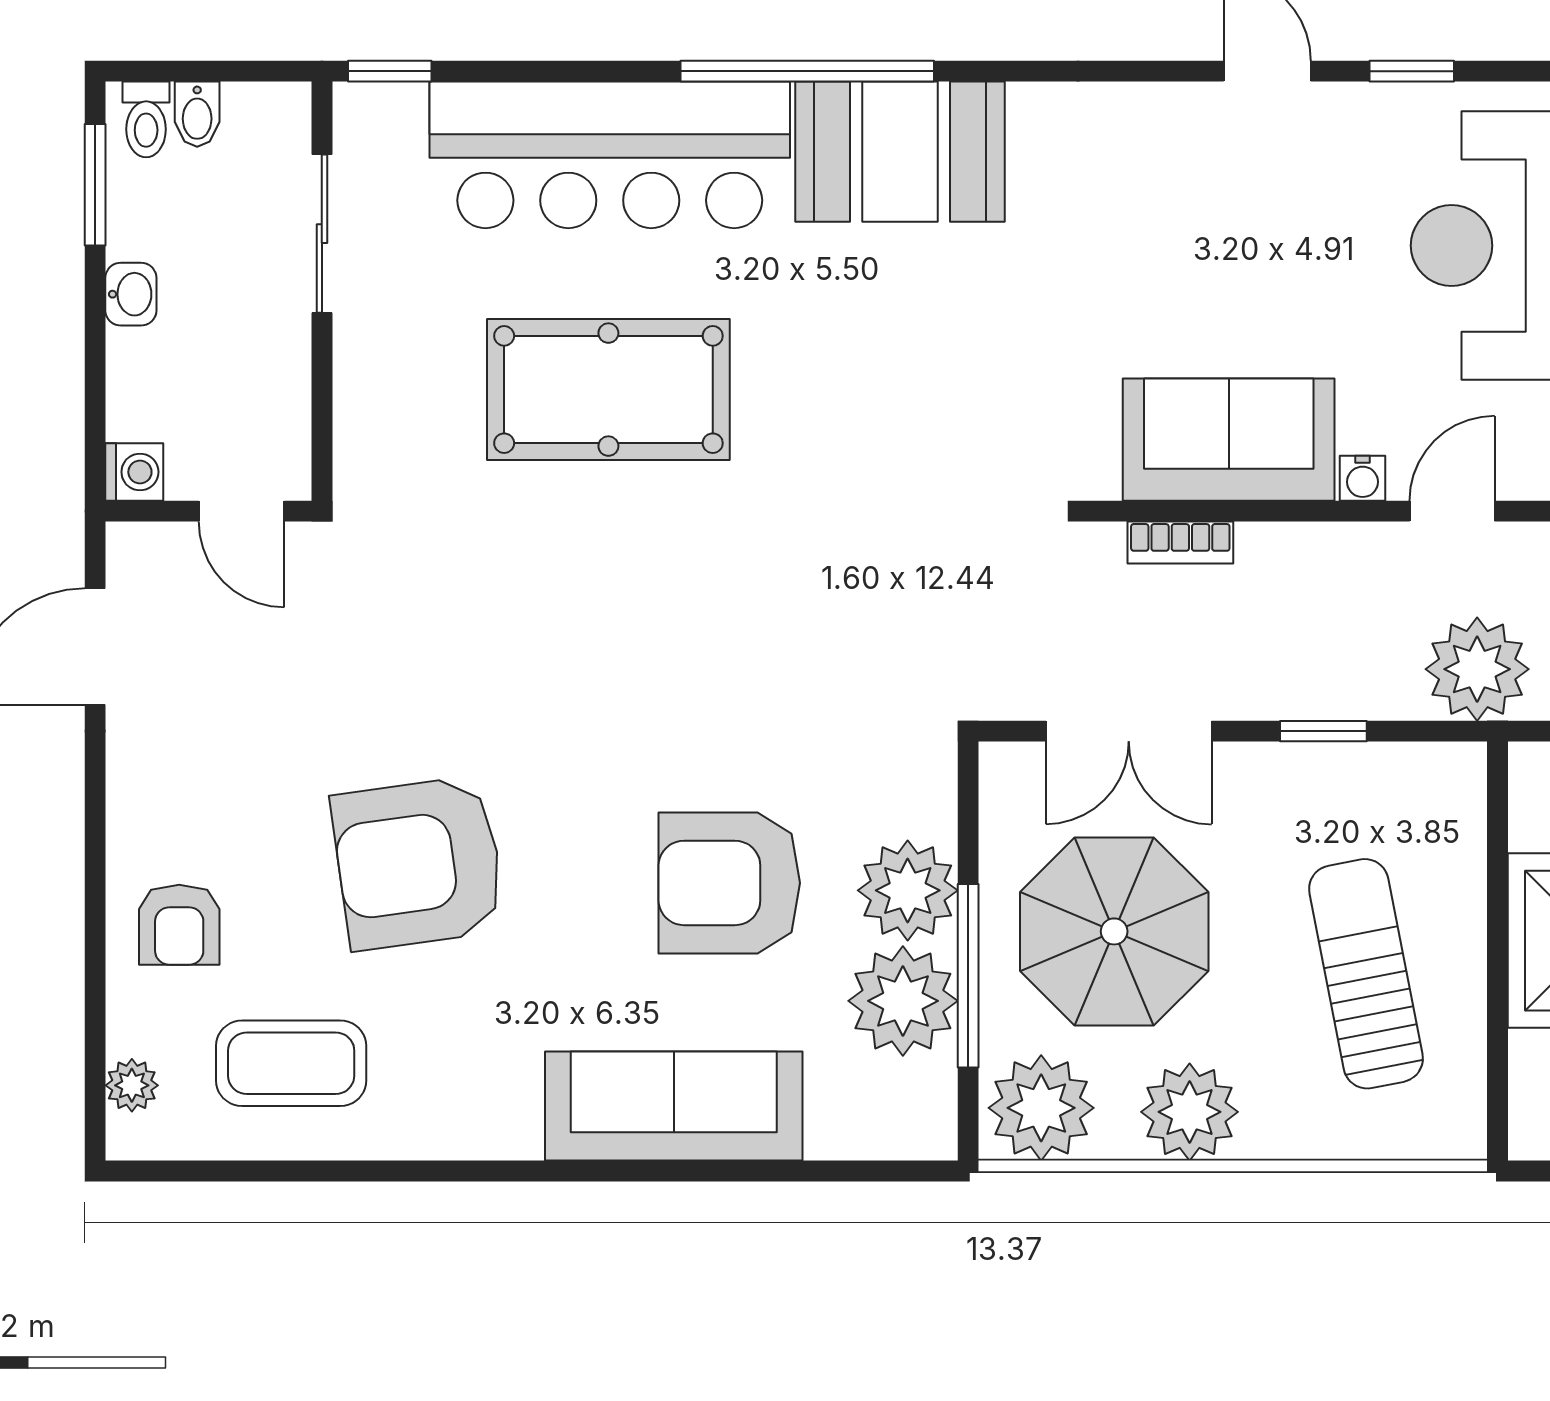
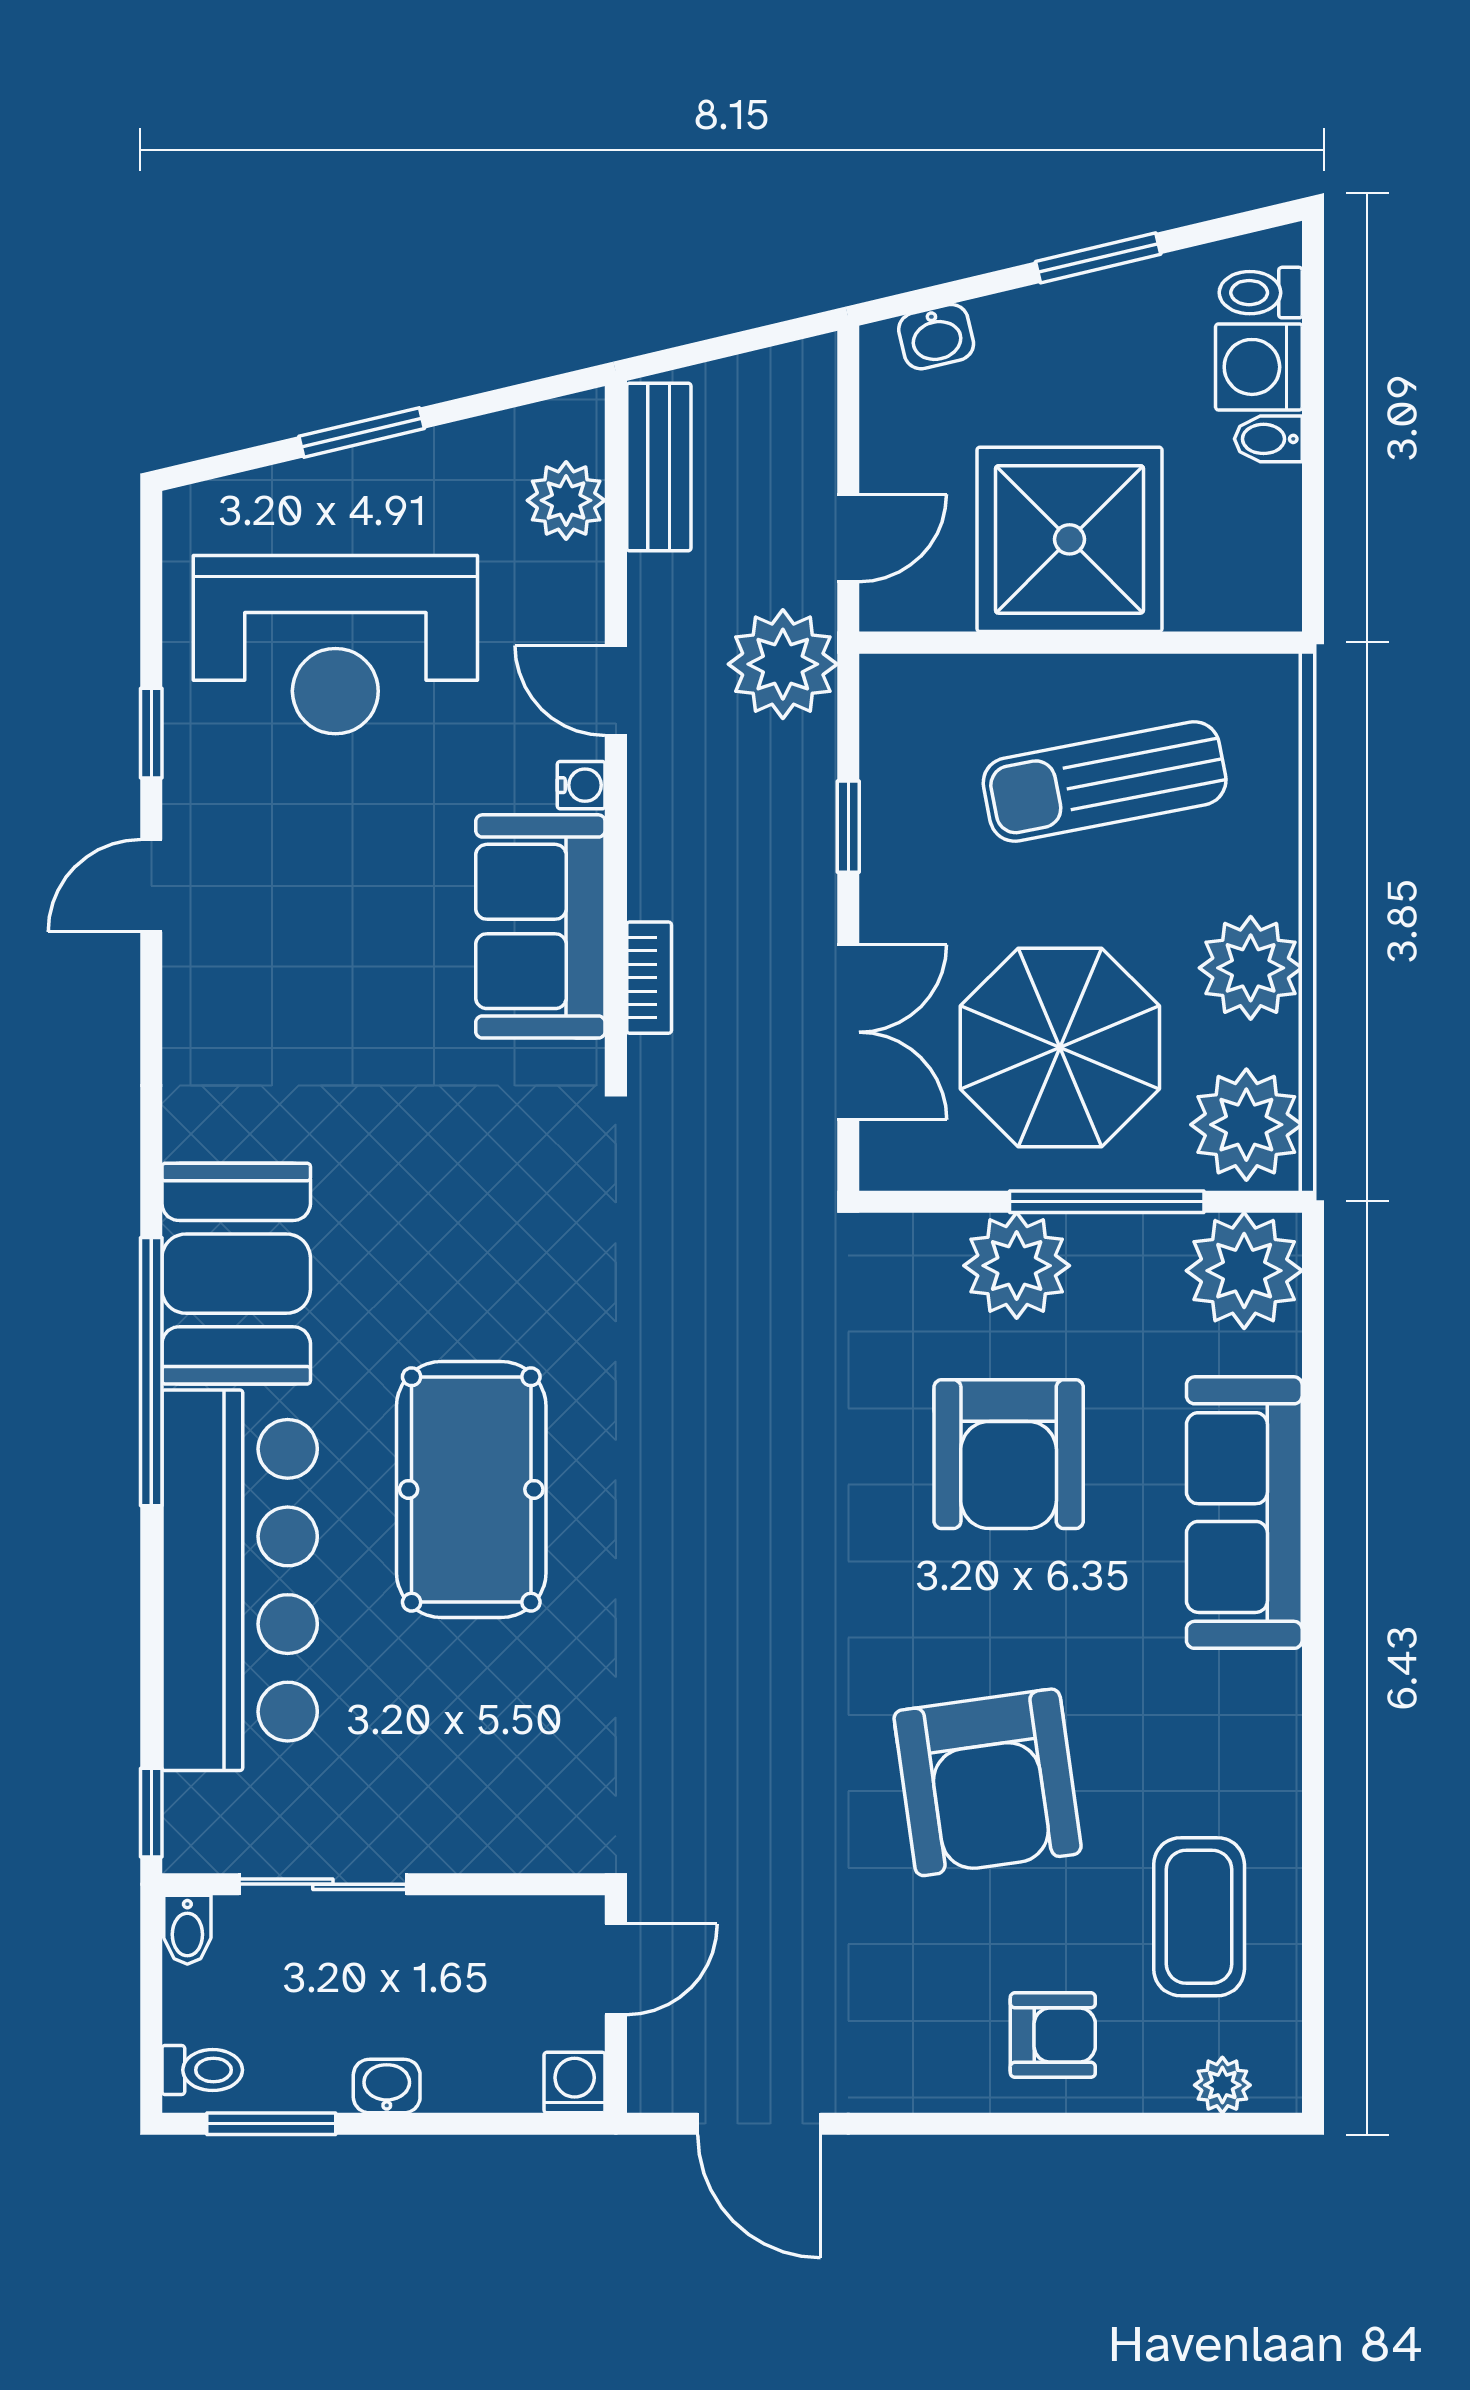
bidet: (197, 114) -> (187, 1930), moved, turned 90
pool table: (608, 390) -> (471, 1489), moved
plant: (903, 1001) -> (1244, 1271), moved

